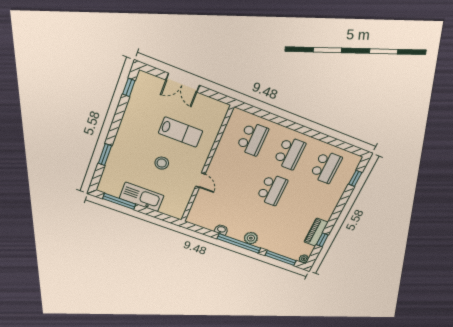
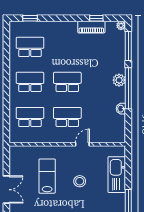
school desk: (236, 176) -> (67, 117), added
kitchen sink: (142, 197) -> (117, 175), moved

